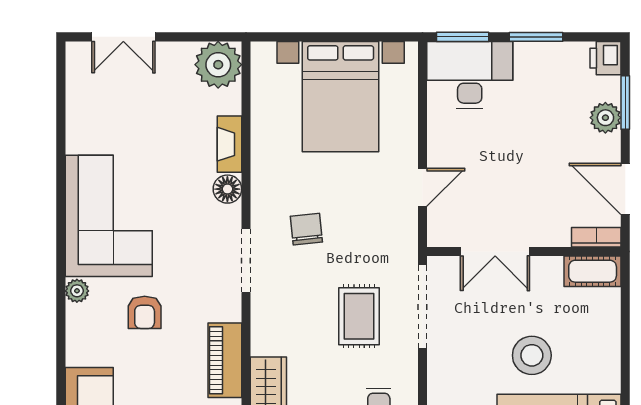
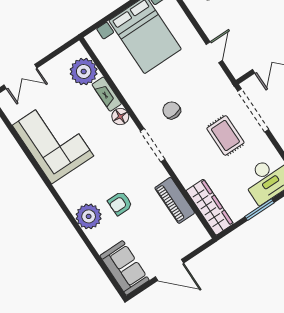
plant: (218, 65) -> (84, 72), moved
corner sofa: (109, 216) -> (53, 141), moved
plant: (77, 291) -> (89, 216), width x1.87, depth x1.87
armchair: (145, 312) -> (120, 203), turned 90

